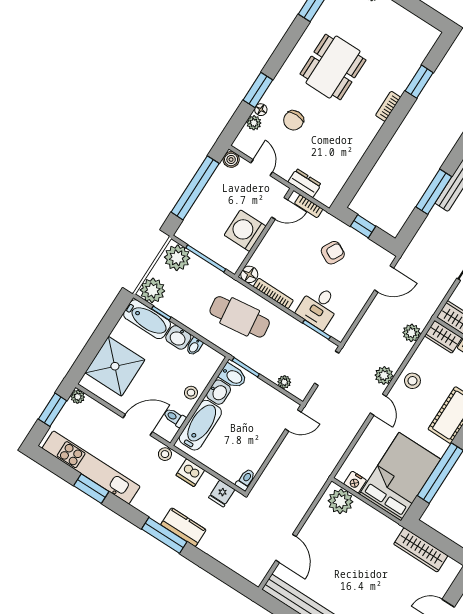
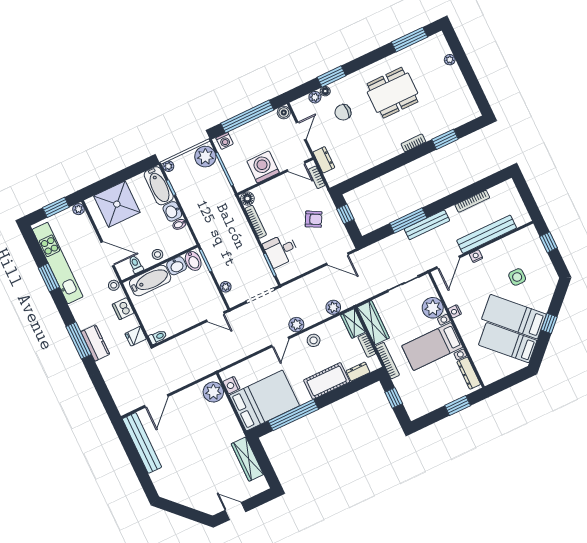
washing machine: (187, 228) -> (225, 141), added
plant: (152, 290) -> (168, 166), width x0.53, depth x0.53
cafe table: (240, 317) -> (223, 223), removed

